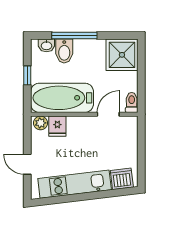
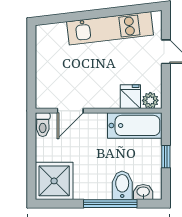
bathtub: (62, 98) -> (135, 125), width x0.73, depth x0.73
dishwasher: (122, 179) -> (54, 35), removed

